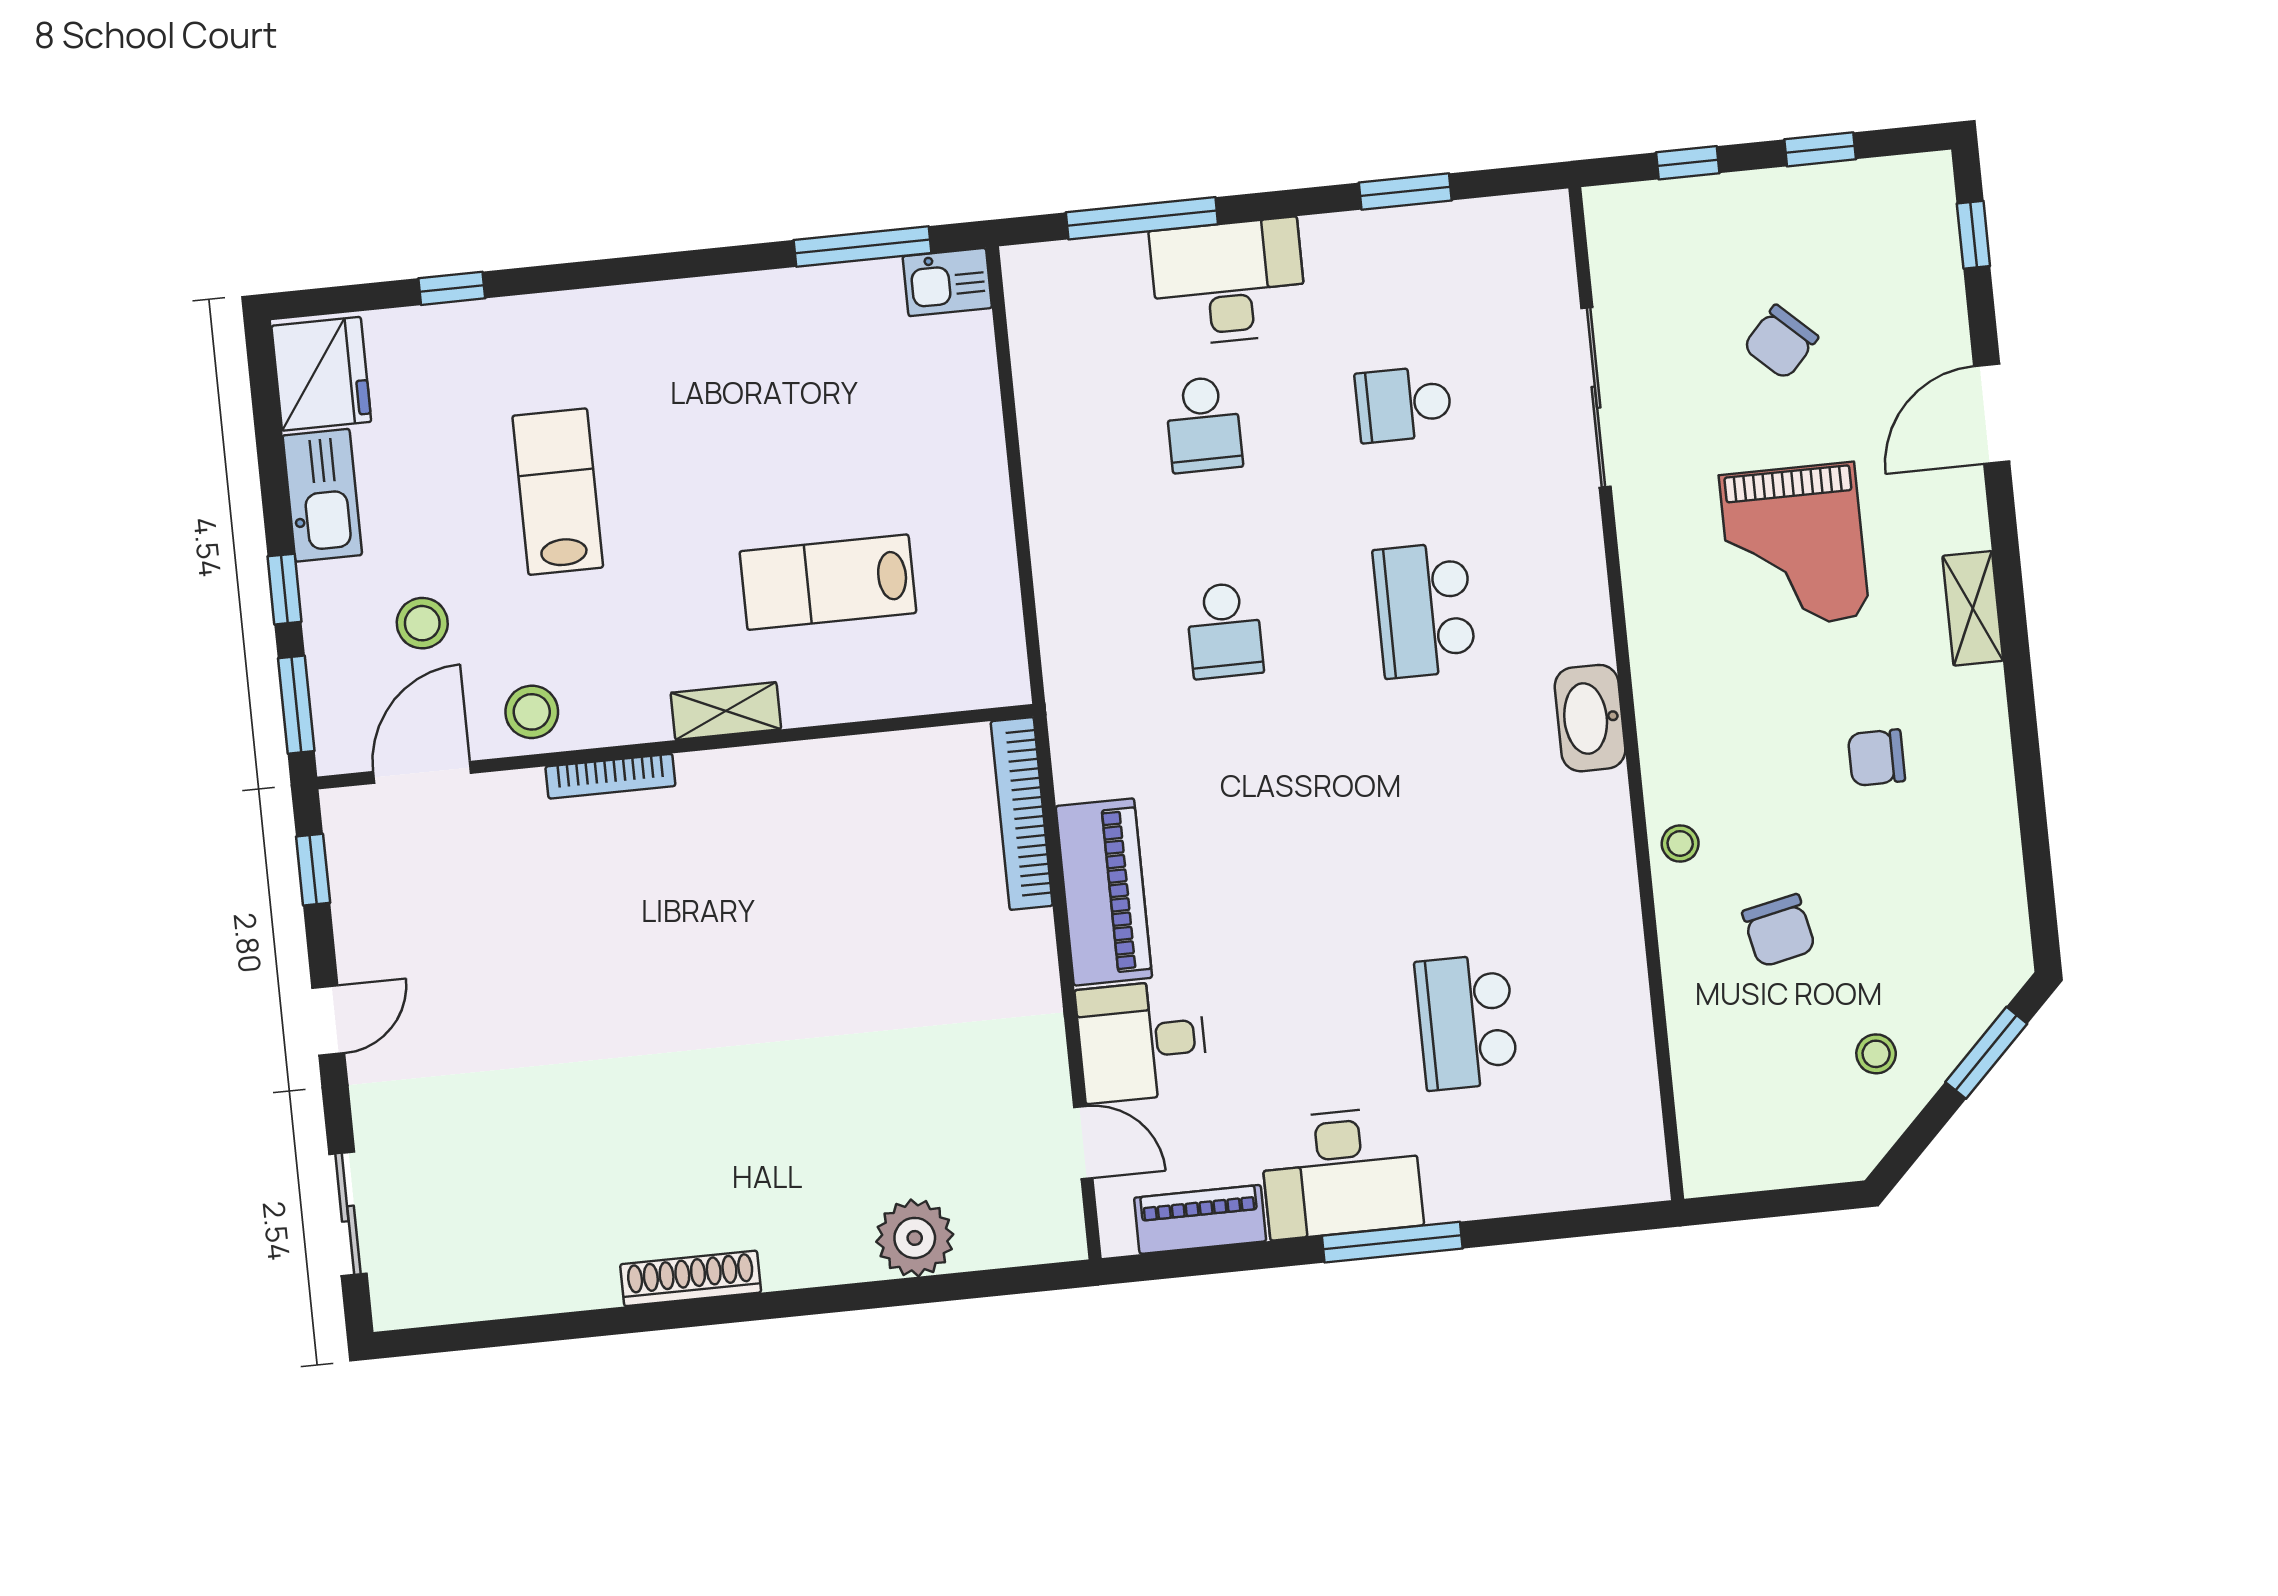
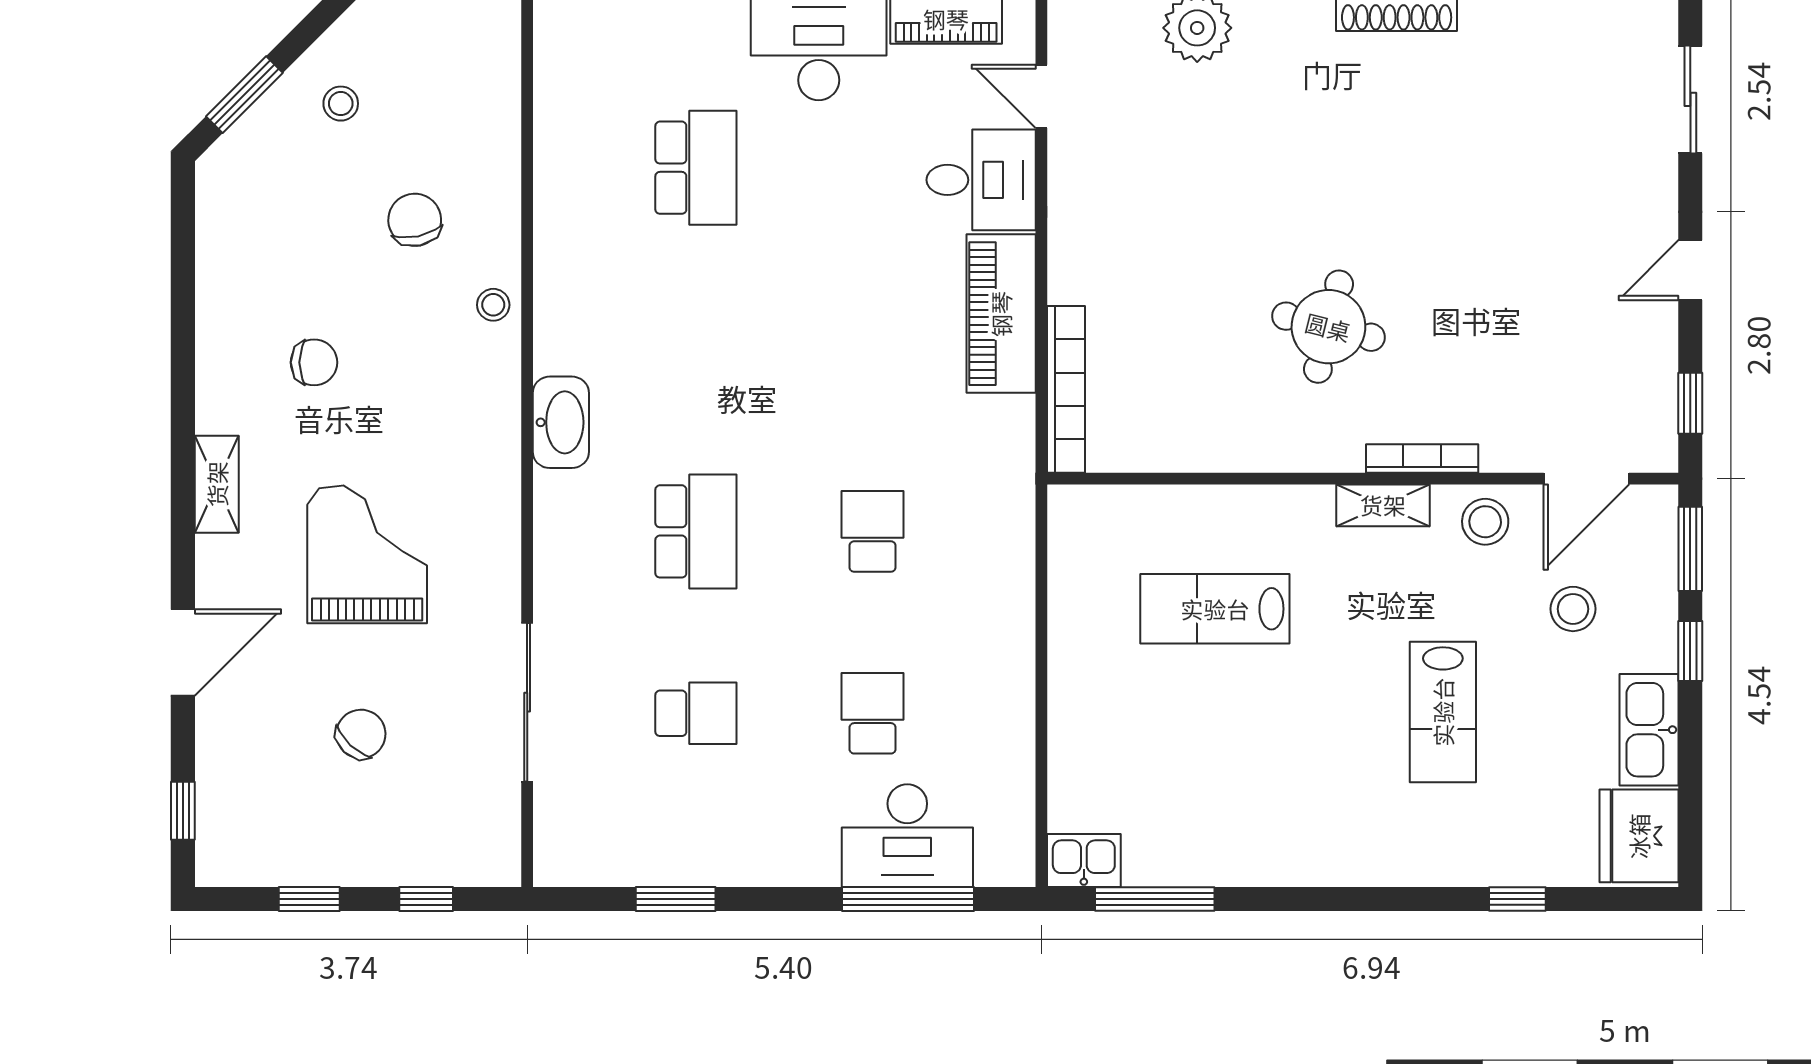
desk: (1228, 282) -> (907, 836), moved
lab bench: (828, 582) -> (1215, 609), turned 180
shelving: (726, 711) -> (1383, 505), moved
round table: (732, 915) -> (1328, 327), added

